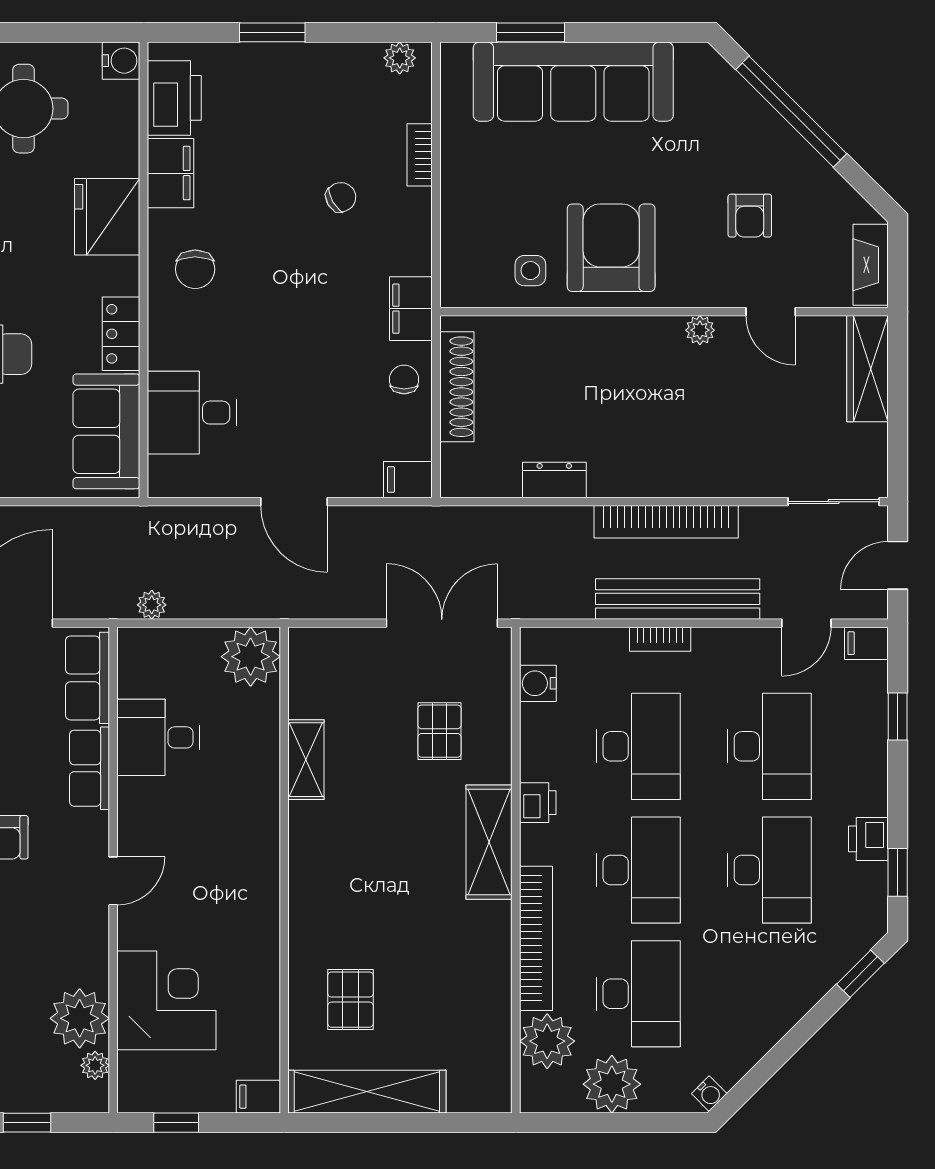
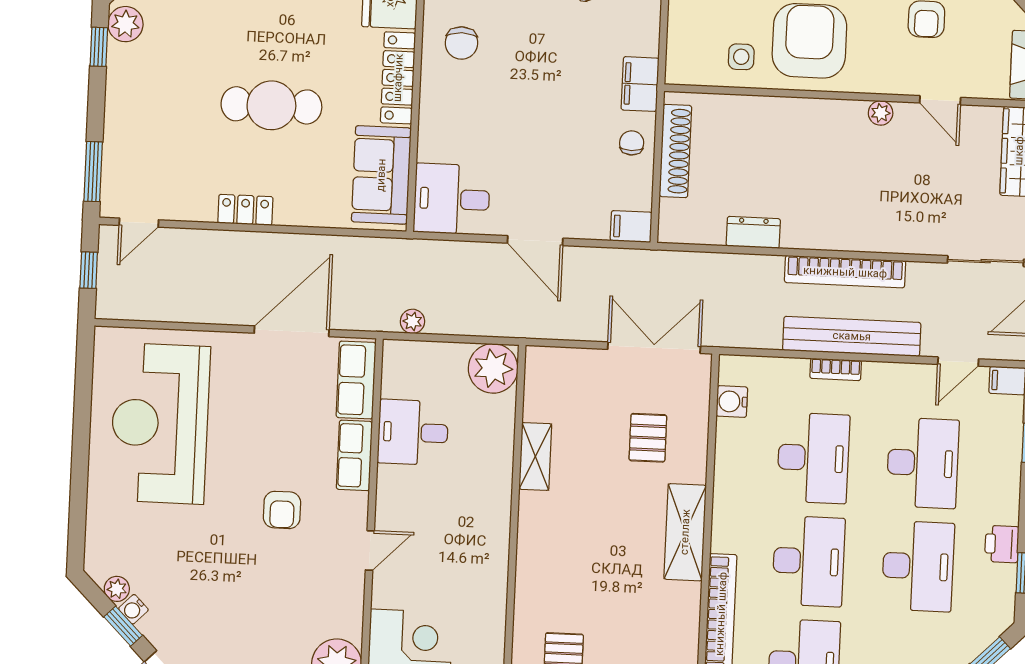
locker: (121, 334) -> (398, 78), width x1.53
desk: (192, 413) -> (452, 199), moved
printer: (538, 803) -> (727, 501), removed

